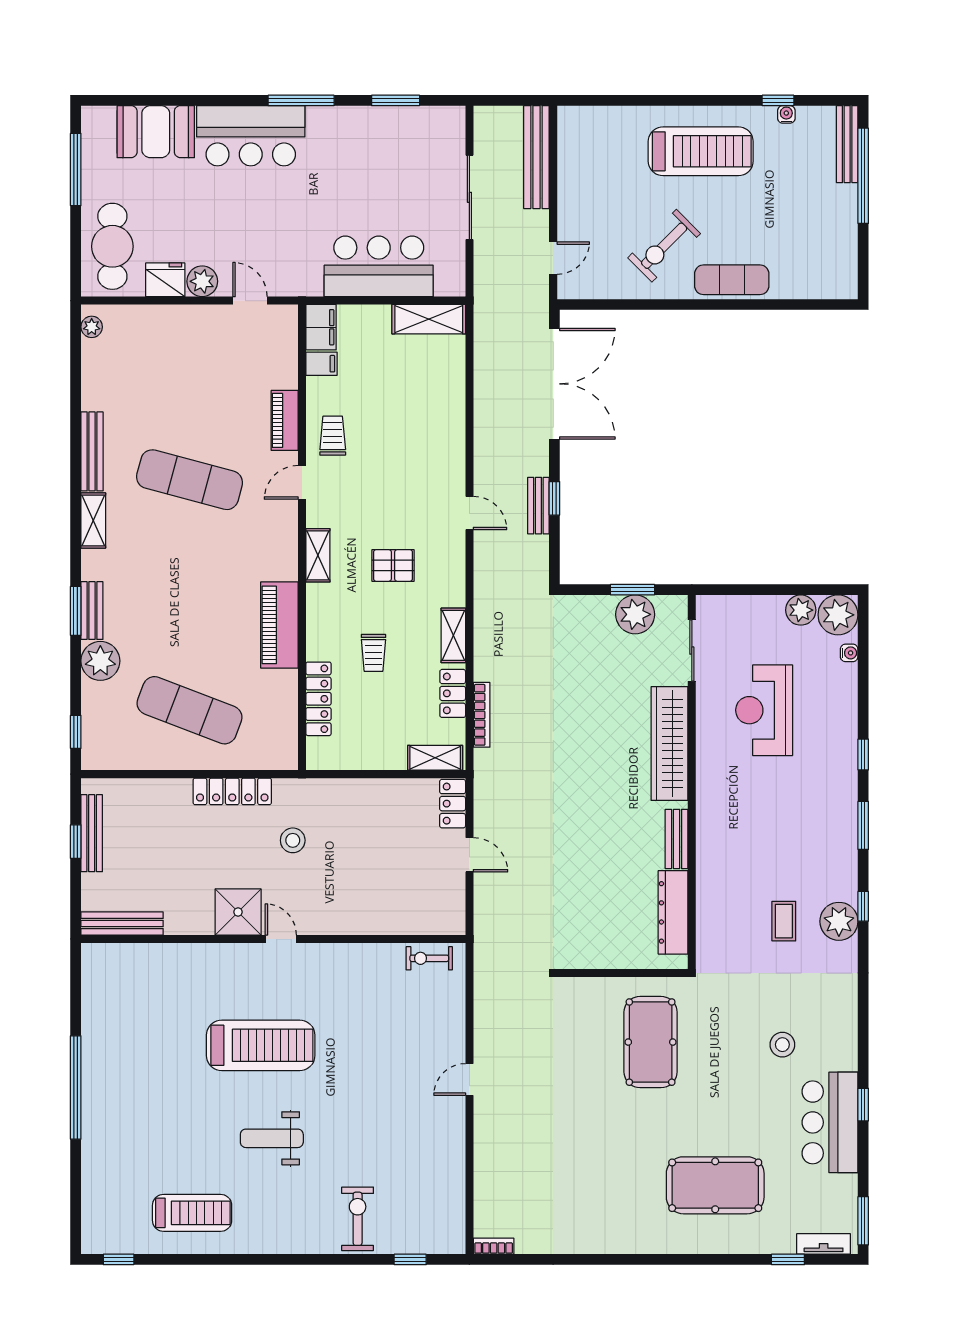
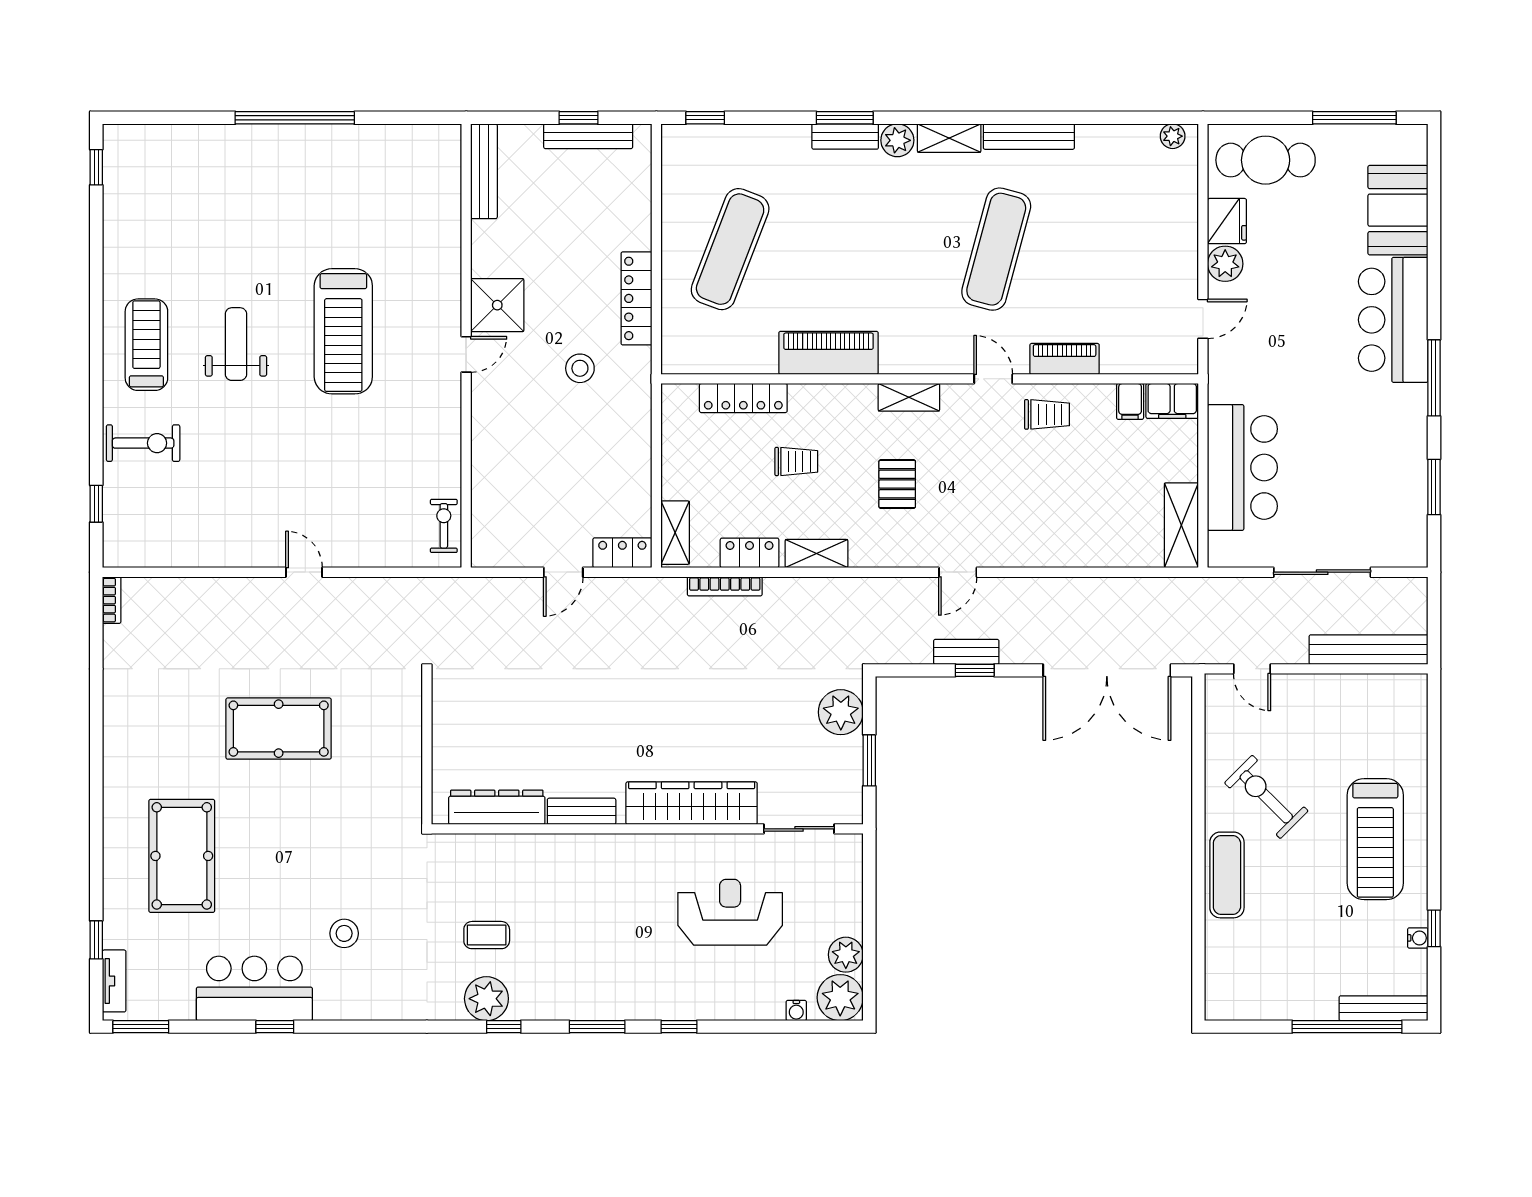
plant: (635, 614) -> (841, 712), moved
trolley: (373, 653) -> (796, 461), turned 180
plant: (100, 661) -> (897, 140), moved, width x0.73, depth x0.73
pool table: (651, 1042) -> (279, 729), moved
treadmill: (192, 1213) -> (146, 345), moved, turned 180

